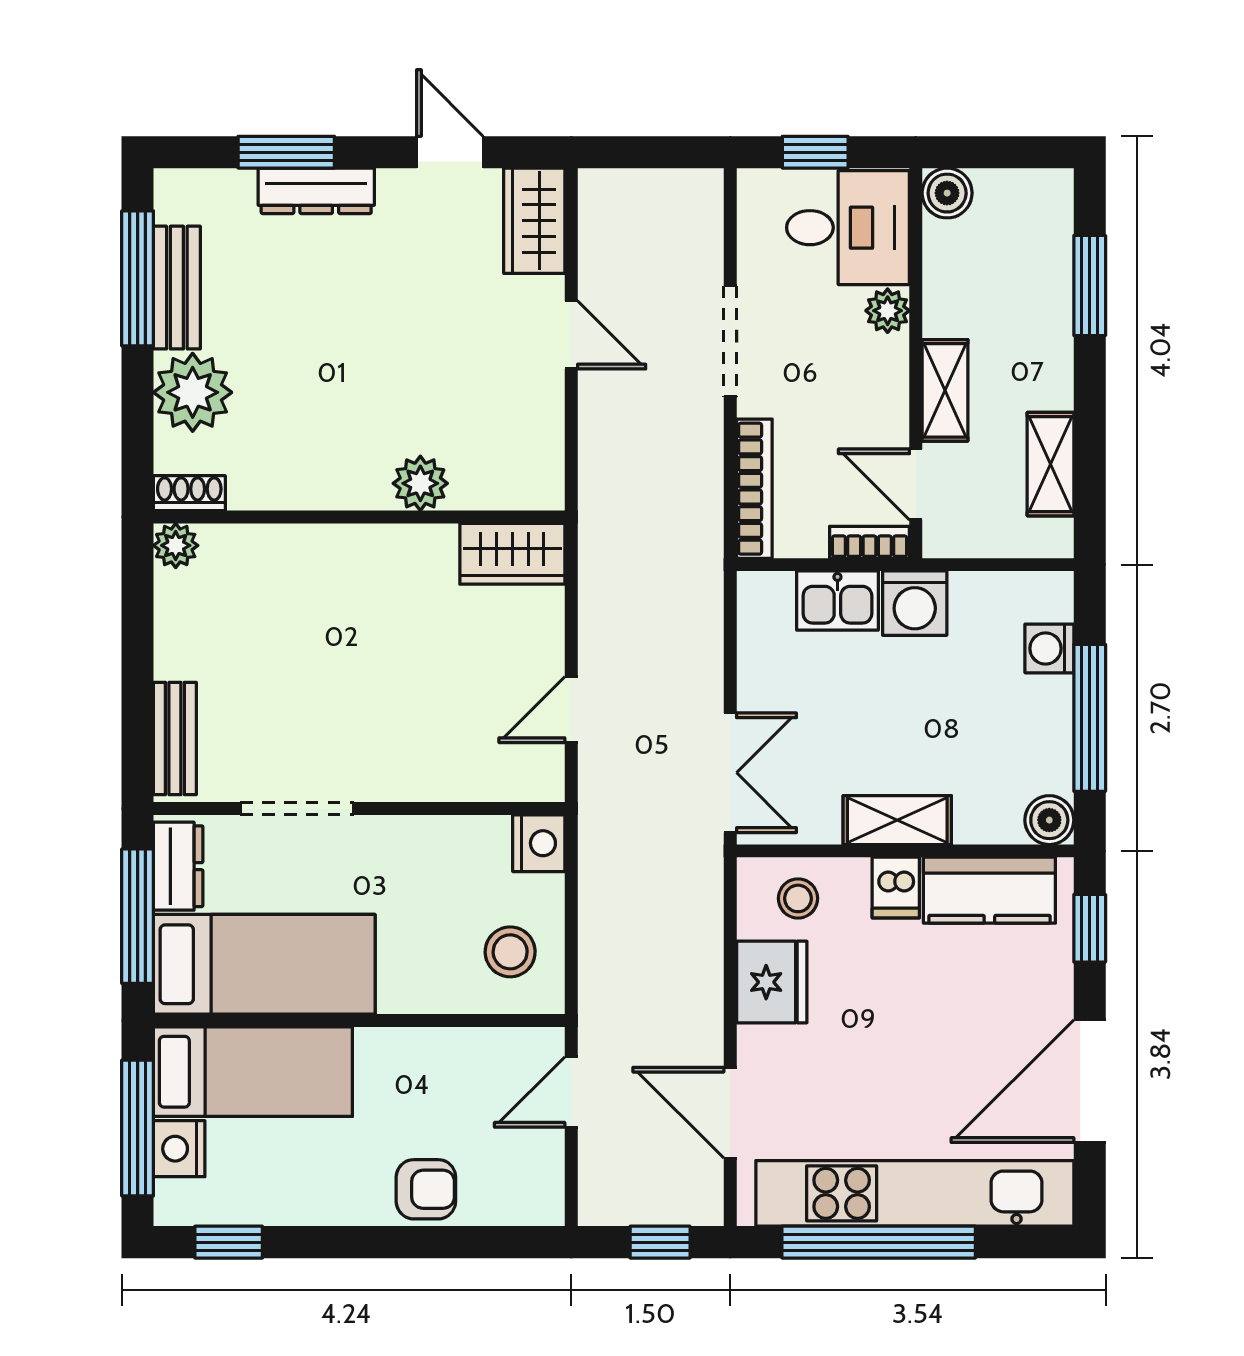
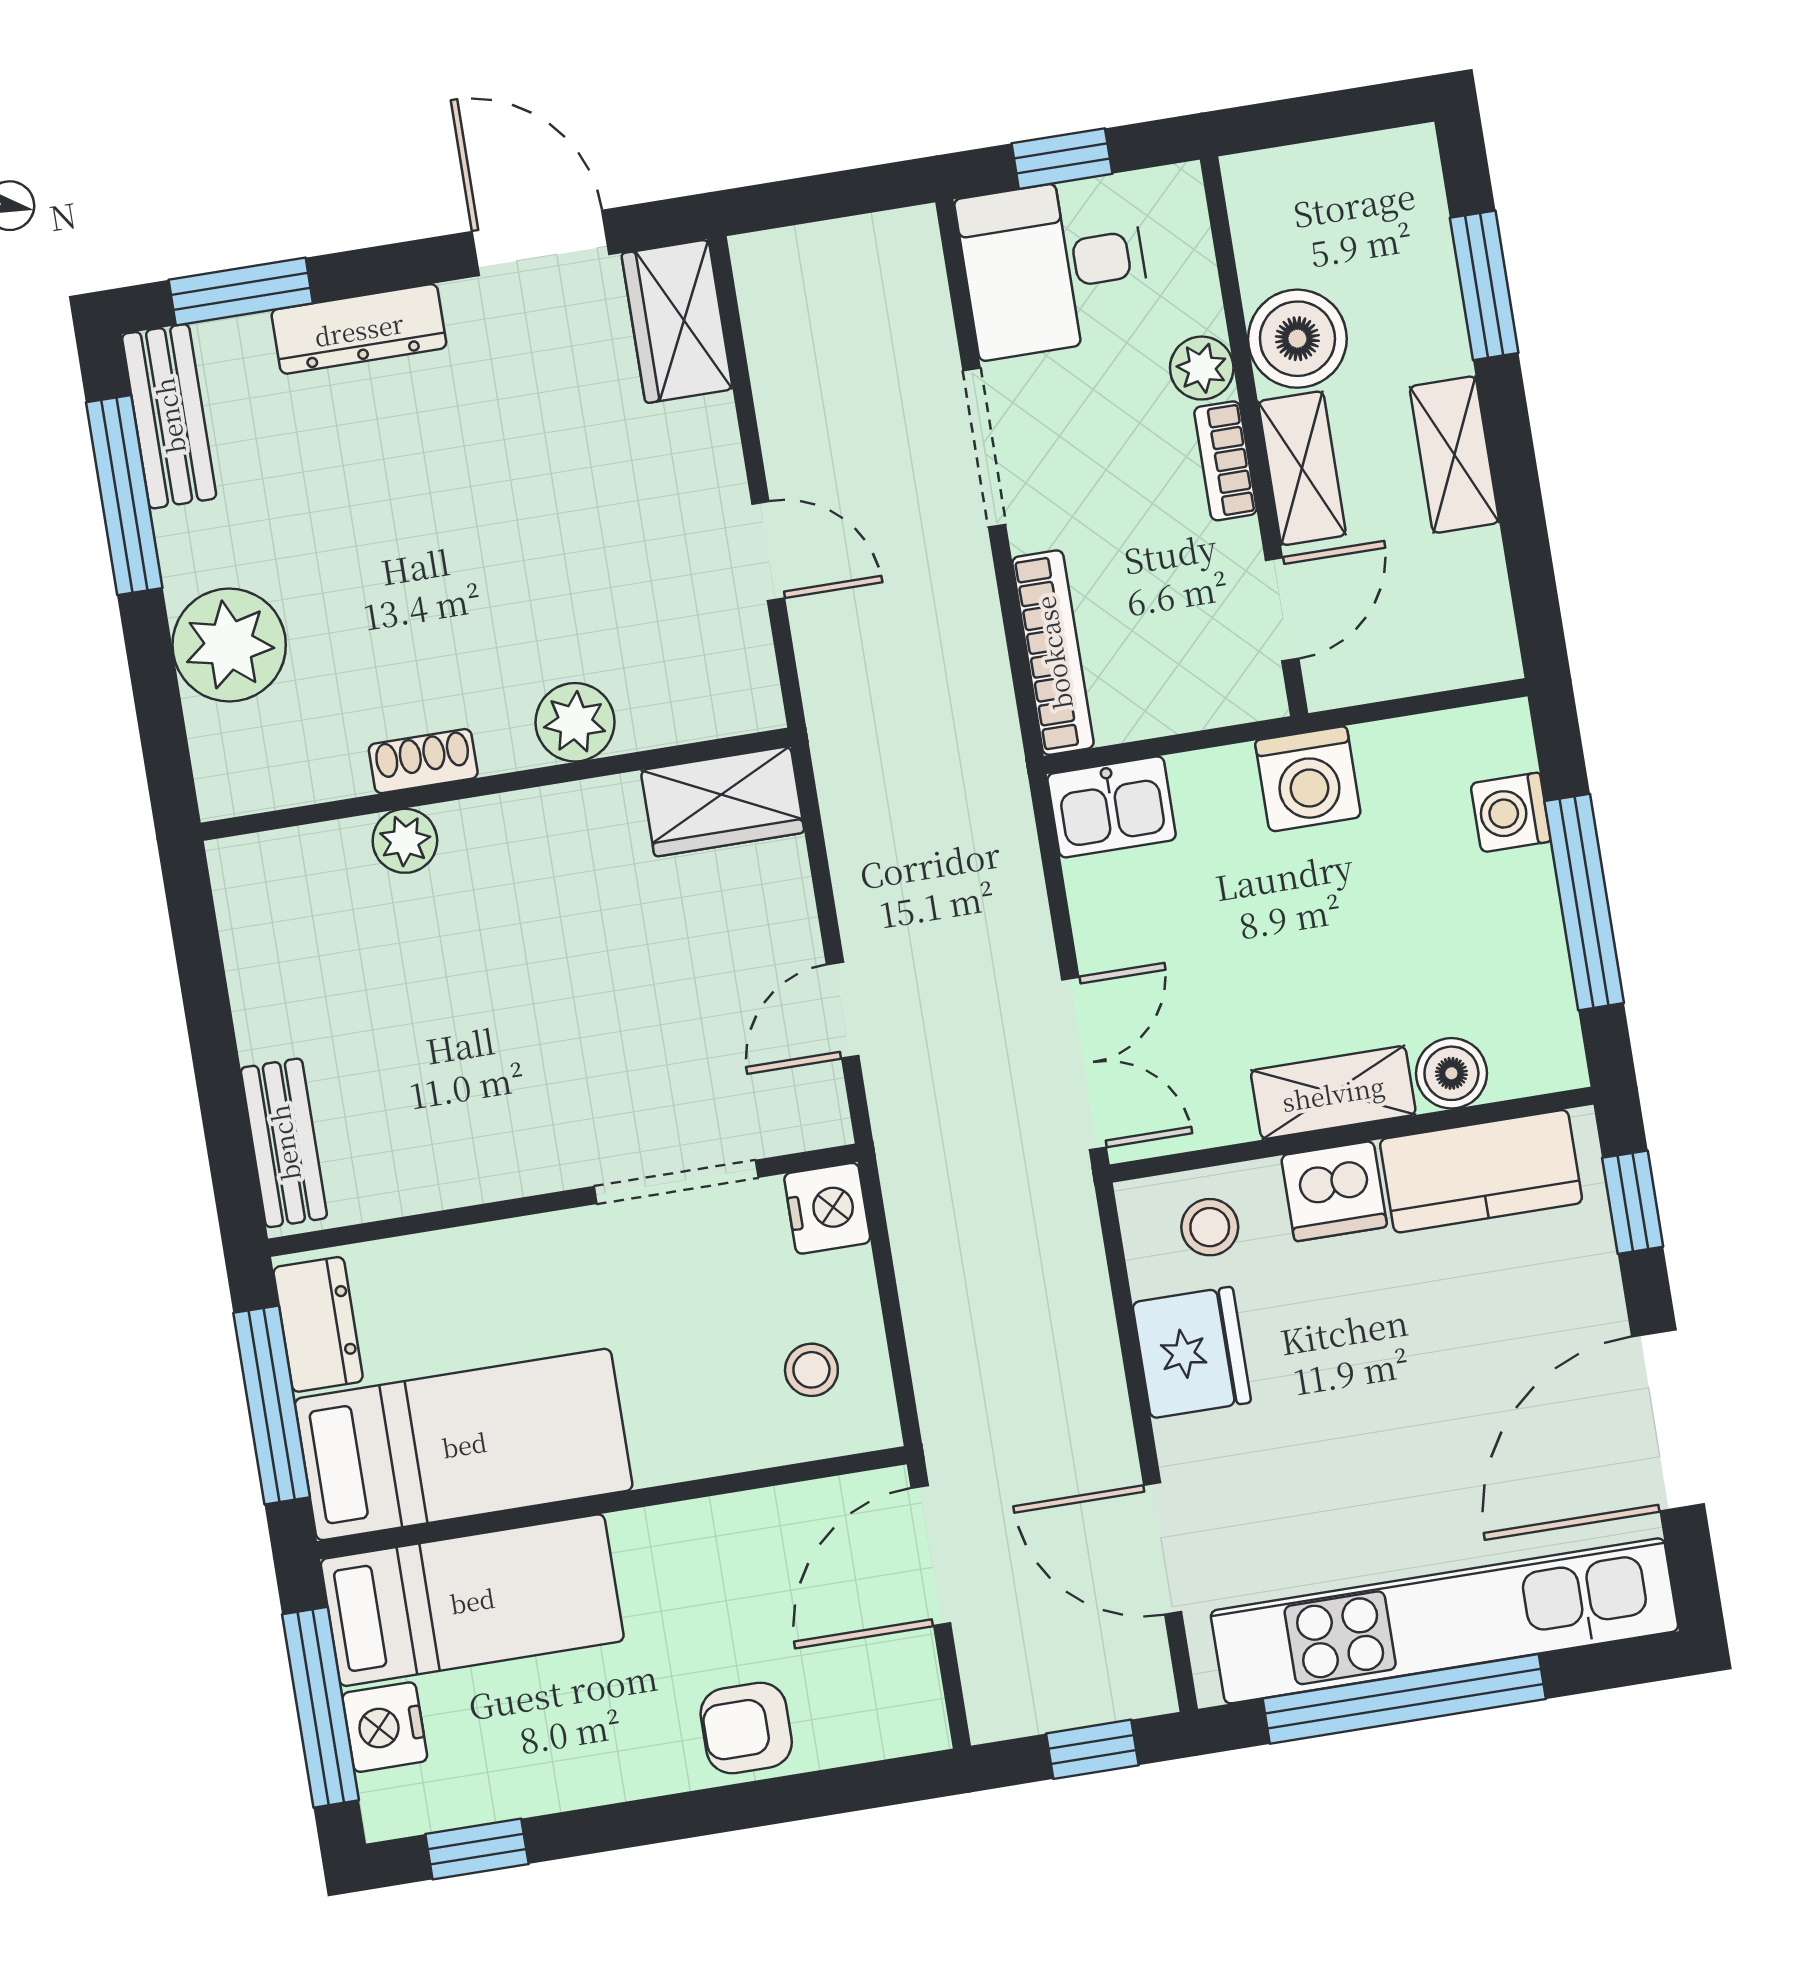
window: (286, 152) -> (241, 292), moved
door: (450, 152) -> (541, 243), width x1.37
boiler: (947, 193) -> (1297, 339), moved, width x1.36, depth x1.36
desk: (848, 228) -> (1054, 266), moved, turned 180
bench: (177, 288) -> (169, 416), moved
door: (571, 335) -> (768, 551), moved
shelving: (1050, 464) -> (1454, 455), moved
door: (916, 484) -> (1282, 609), swing flipped
shoe rack: (189, 493) -> (423, 761), moved
bookcase: (870, 542) -> (1225, 461), moved, turned -90
plant: (176, 545) -> (405, 841), moved
kitchen sink: (837, 601) -> (1112, 807), moved
doorway: (297, 808) -> (676, 1182), moved
boiler: (1049, 820) -> (1451, 1073), moved
dishwasher: (896, 888) -> (1334, 1191), width x1.38
stool: (510, 952) -> (811, 1370), width x0.73, depth x0.73
door: (571, 1092) -> (931, 1556), width x1.38
armchair: (426, 1189) -> (746, 1728), turned 180

